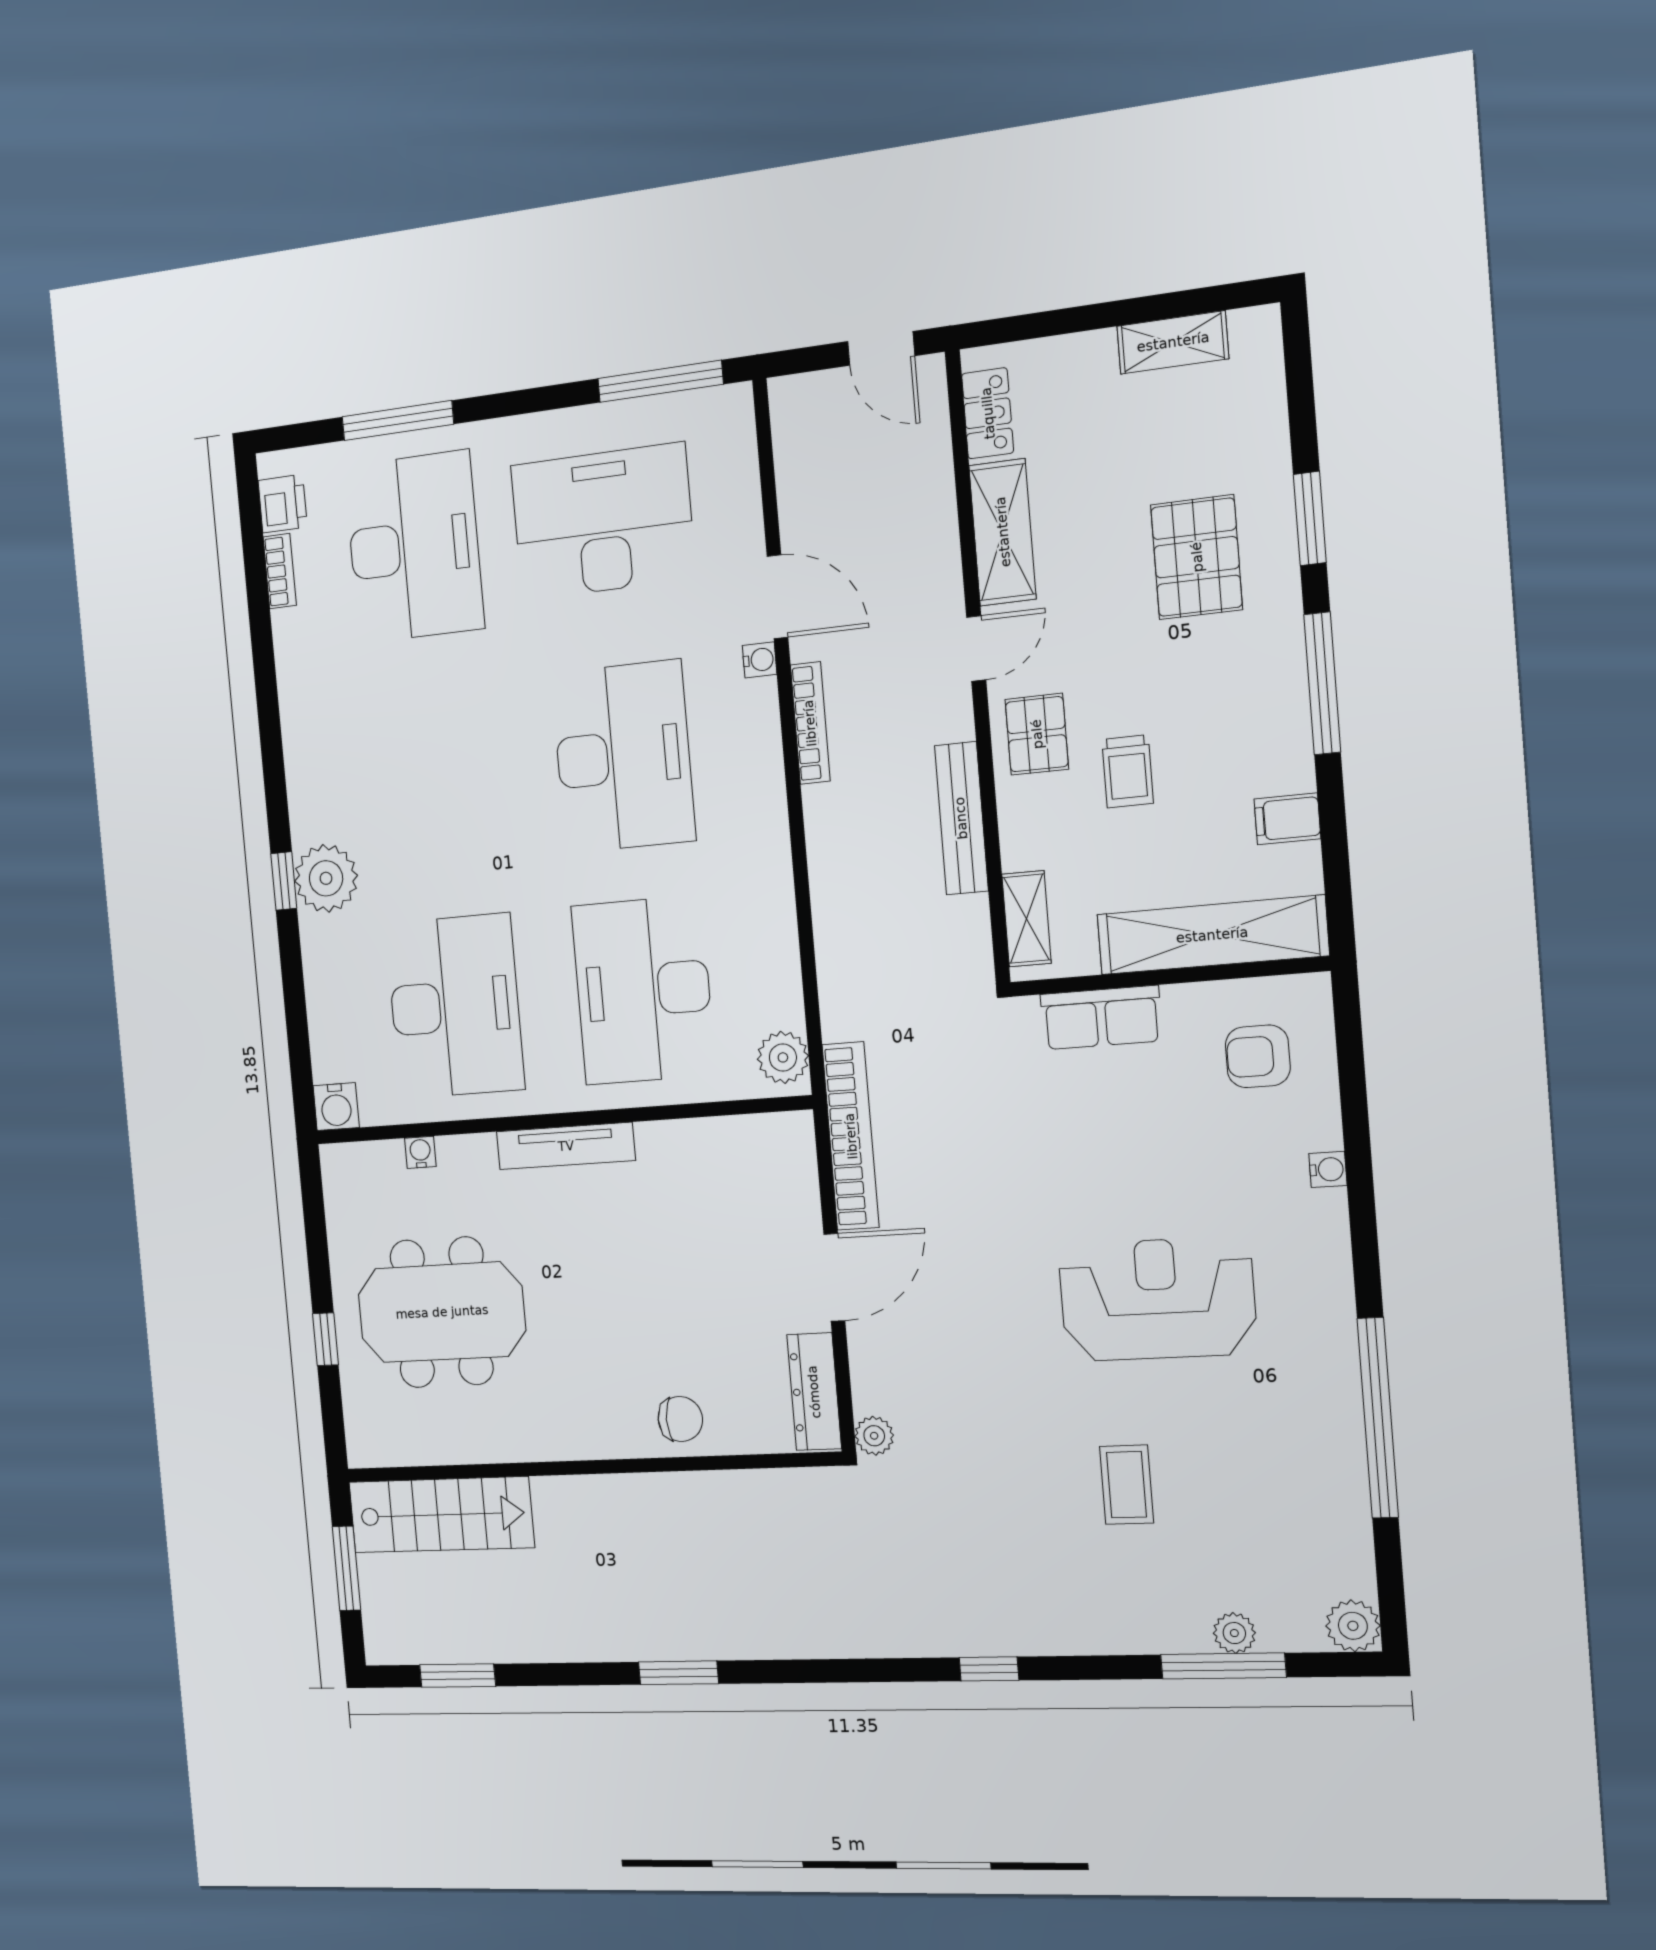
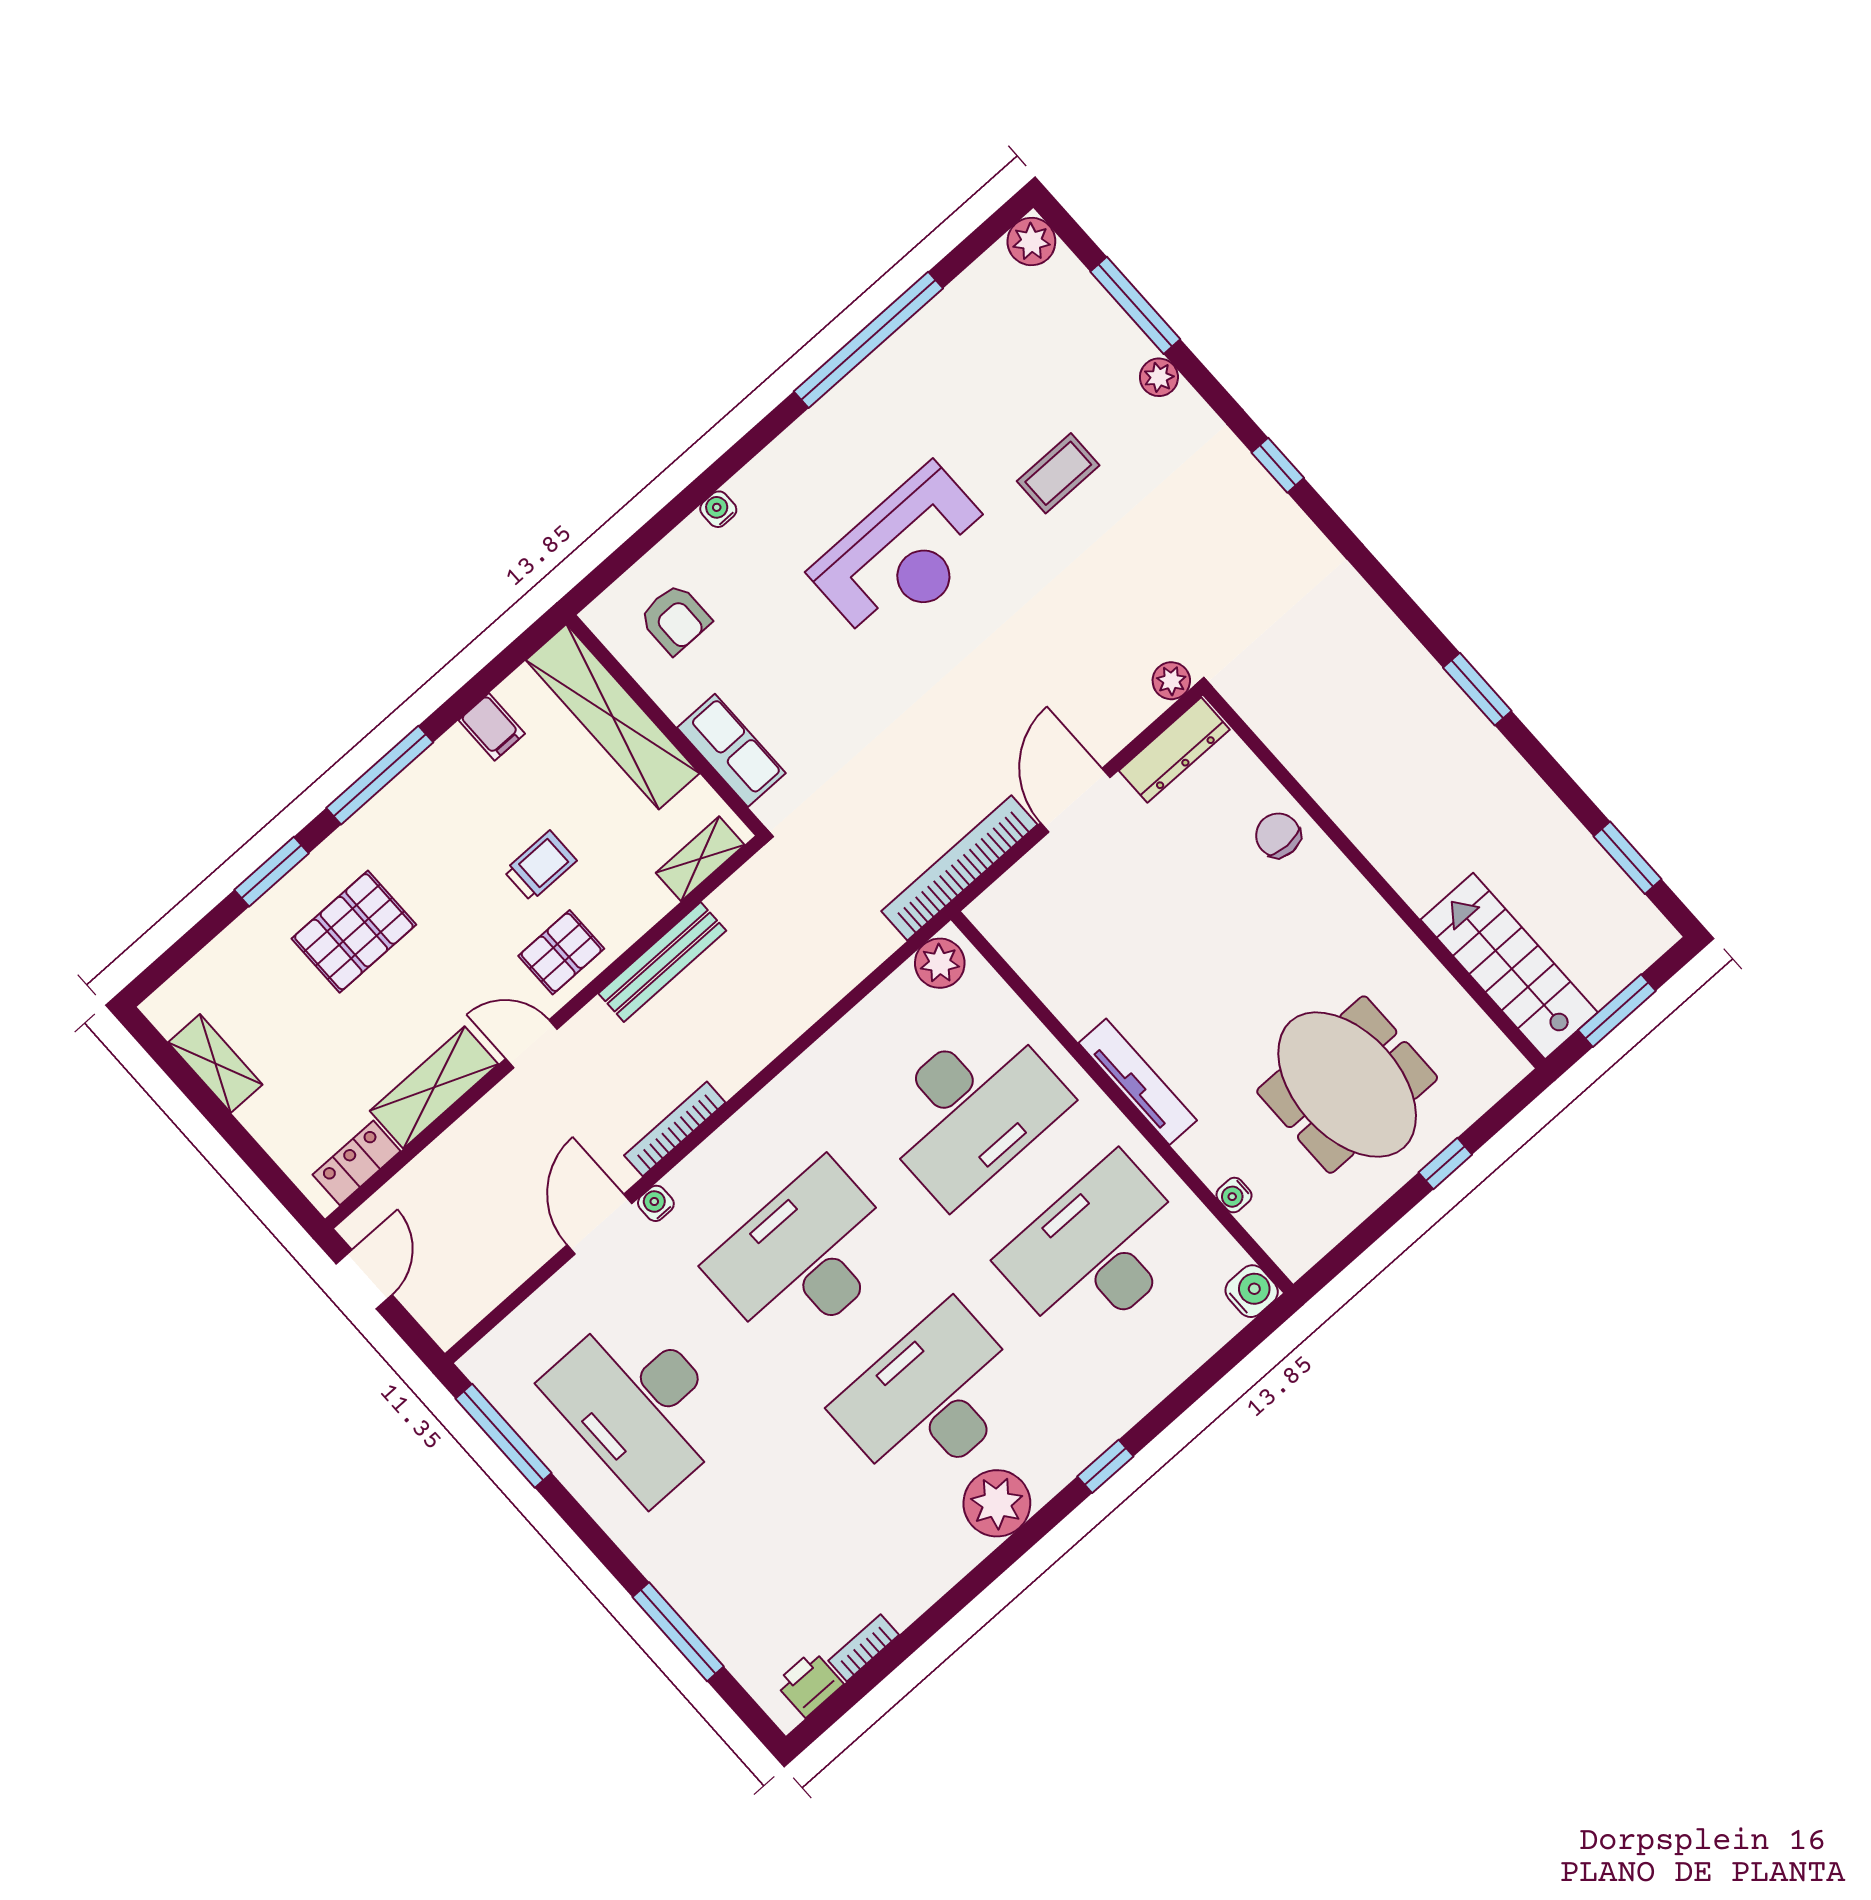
desk: (414, 547) -> (932, 1399), moved
plant: (326, 878) -> (997, 1503), moved
door: (834, 1277) -> (1075, 800), hinge flipped
reception desk: (1157, 1299) -> (905, 555), turned -90
plant: (1234, 1633) -> (1159, 377), moved

